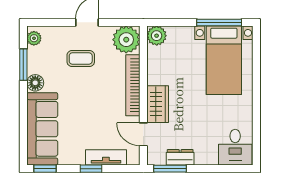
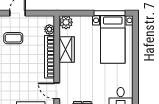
plant: (126, 40) -> (49, 29), width x0.53, depth x0.53
wardrobe: (158, 104) -> (67, 49), moved

